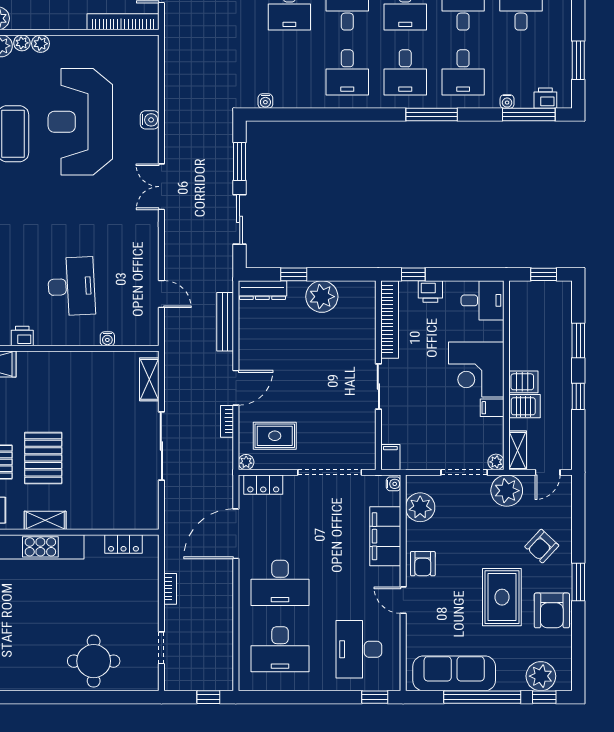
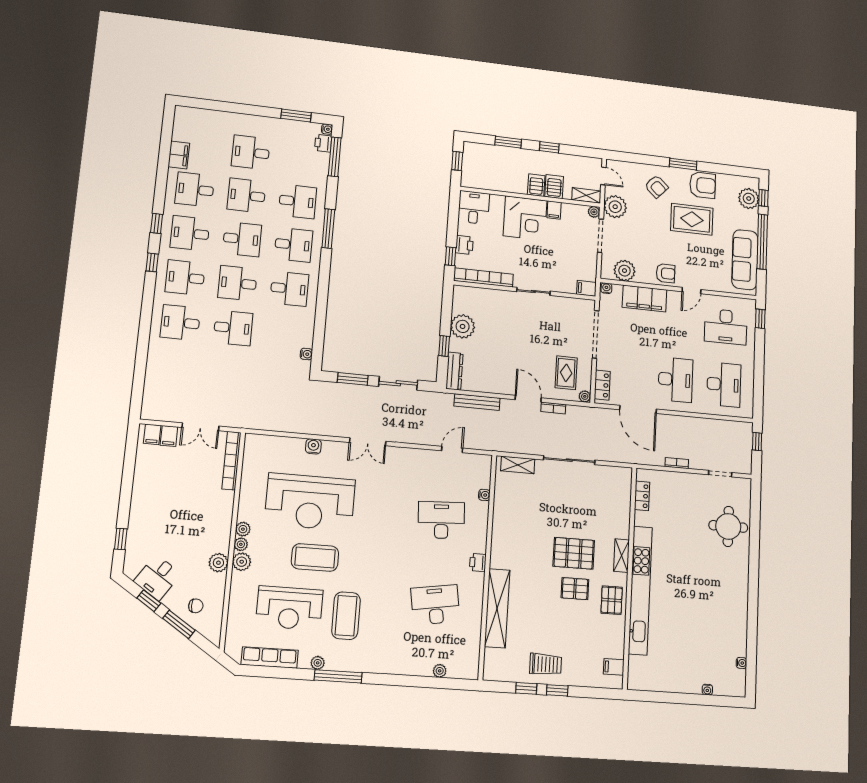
water cooler: (507, 101) -> (327, 129), moved

